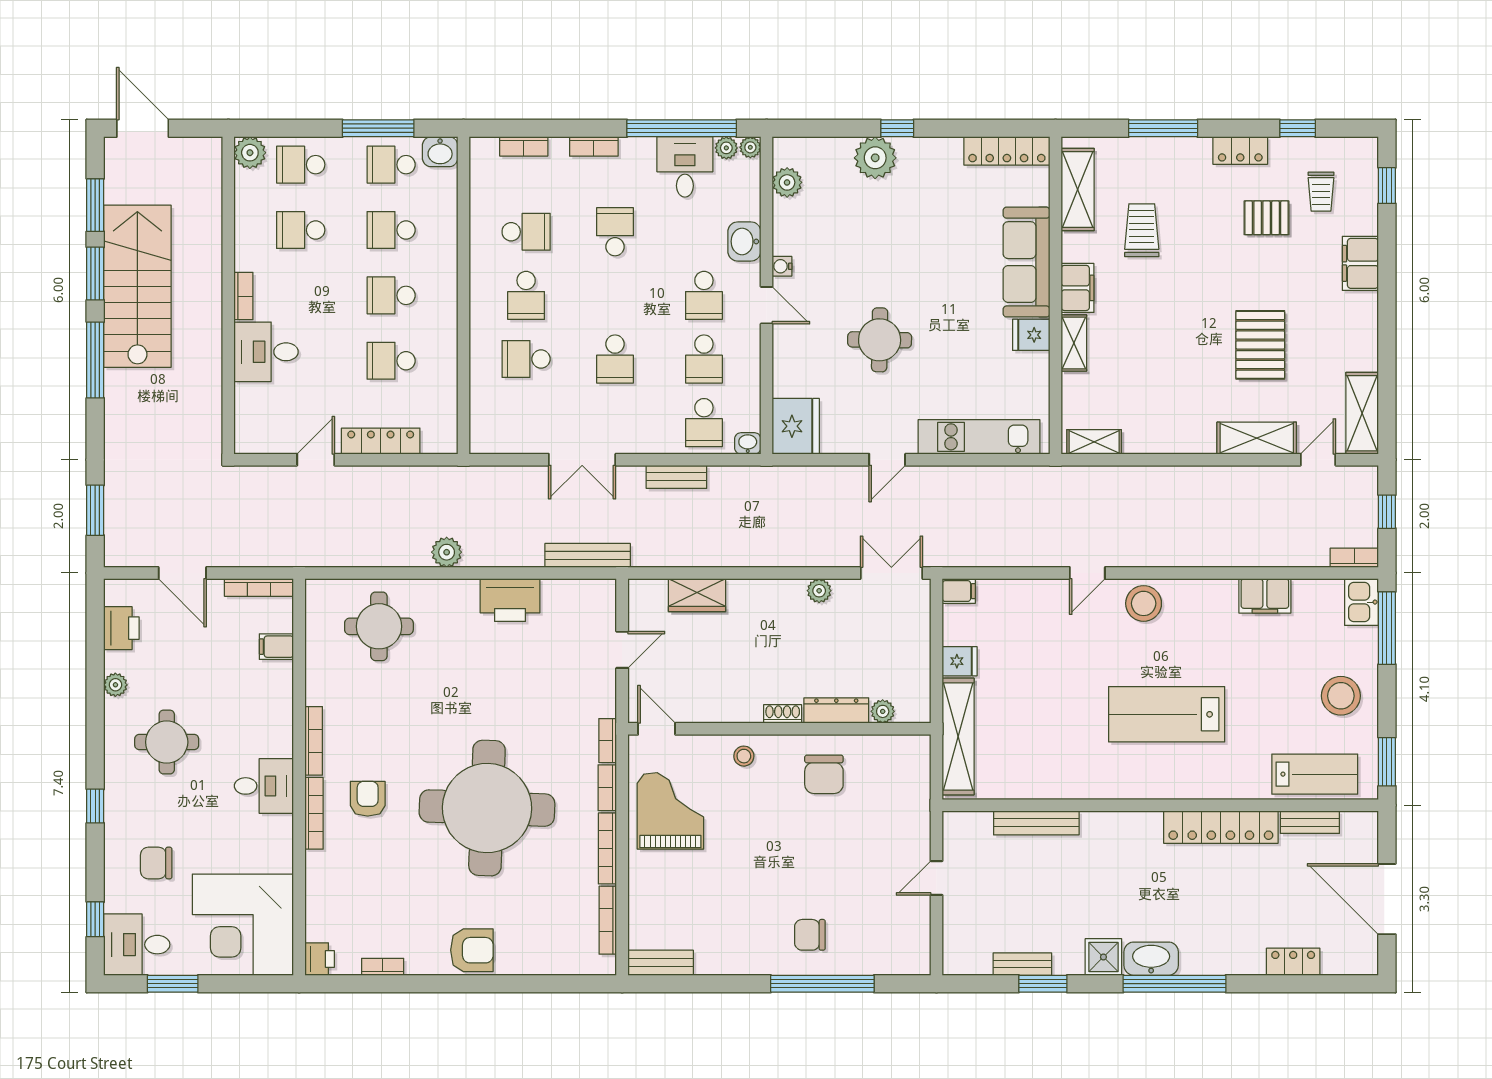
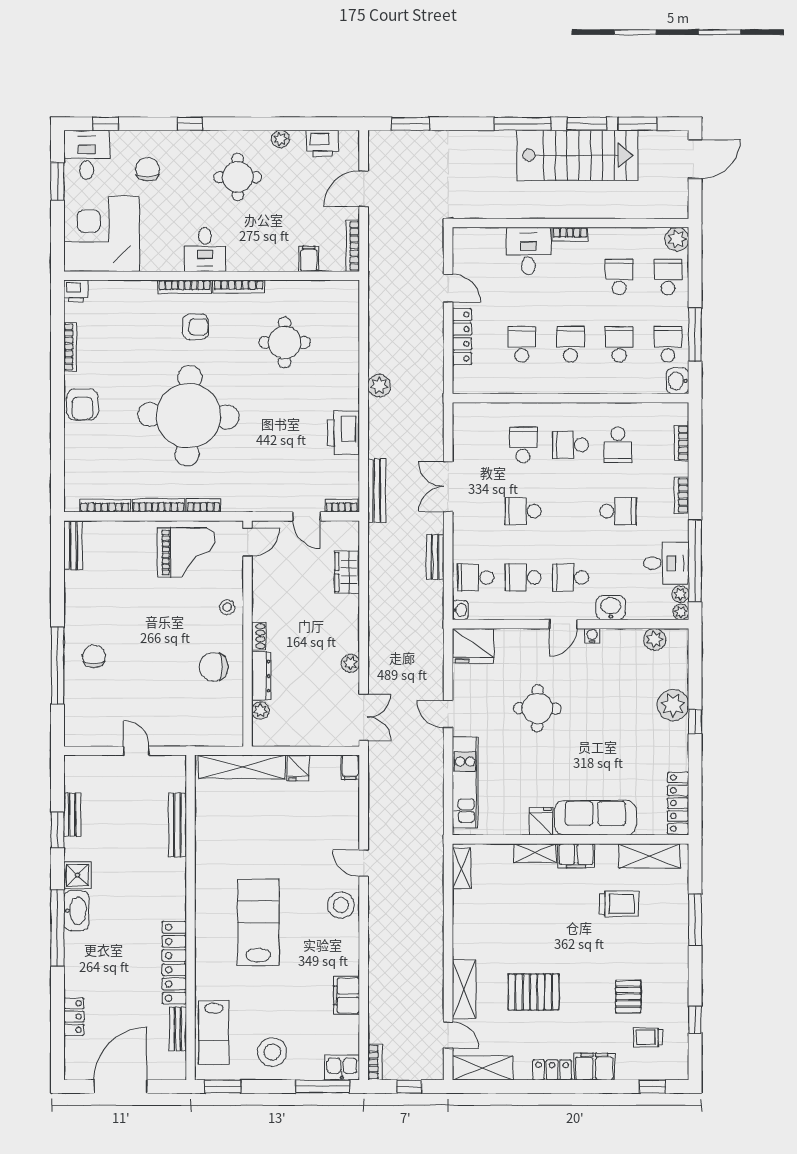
locker: (1240, 151) -> (552, 1070), moved, turned 90
round table: (379, 626) -> (285, 342), moved
bookcase: (608, 741) -> (342, 506), moved
bookcase: (383, 967) -> (70, 347), width x1.56

